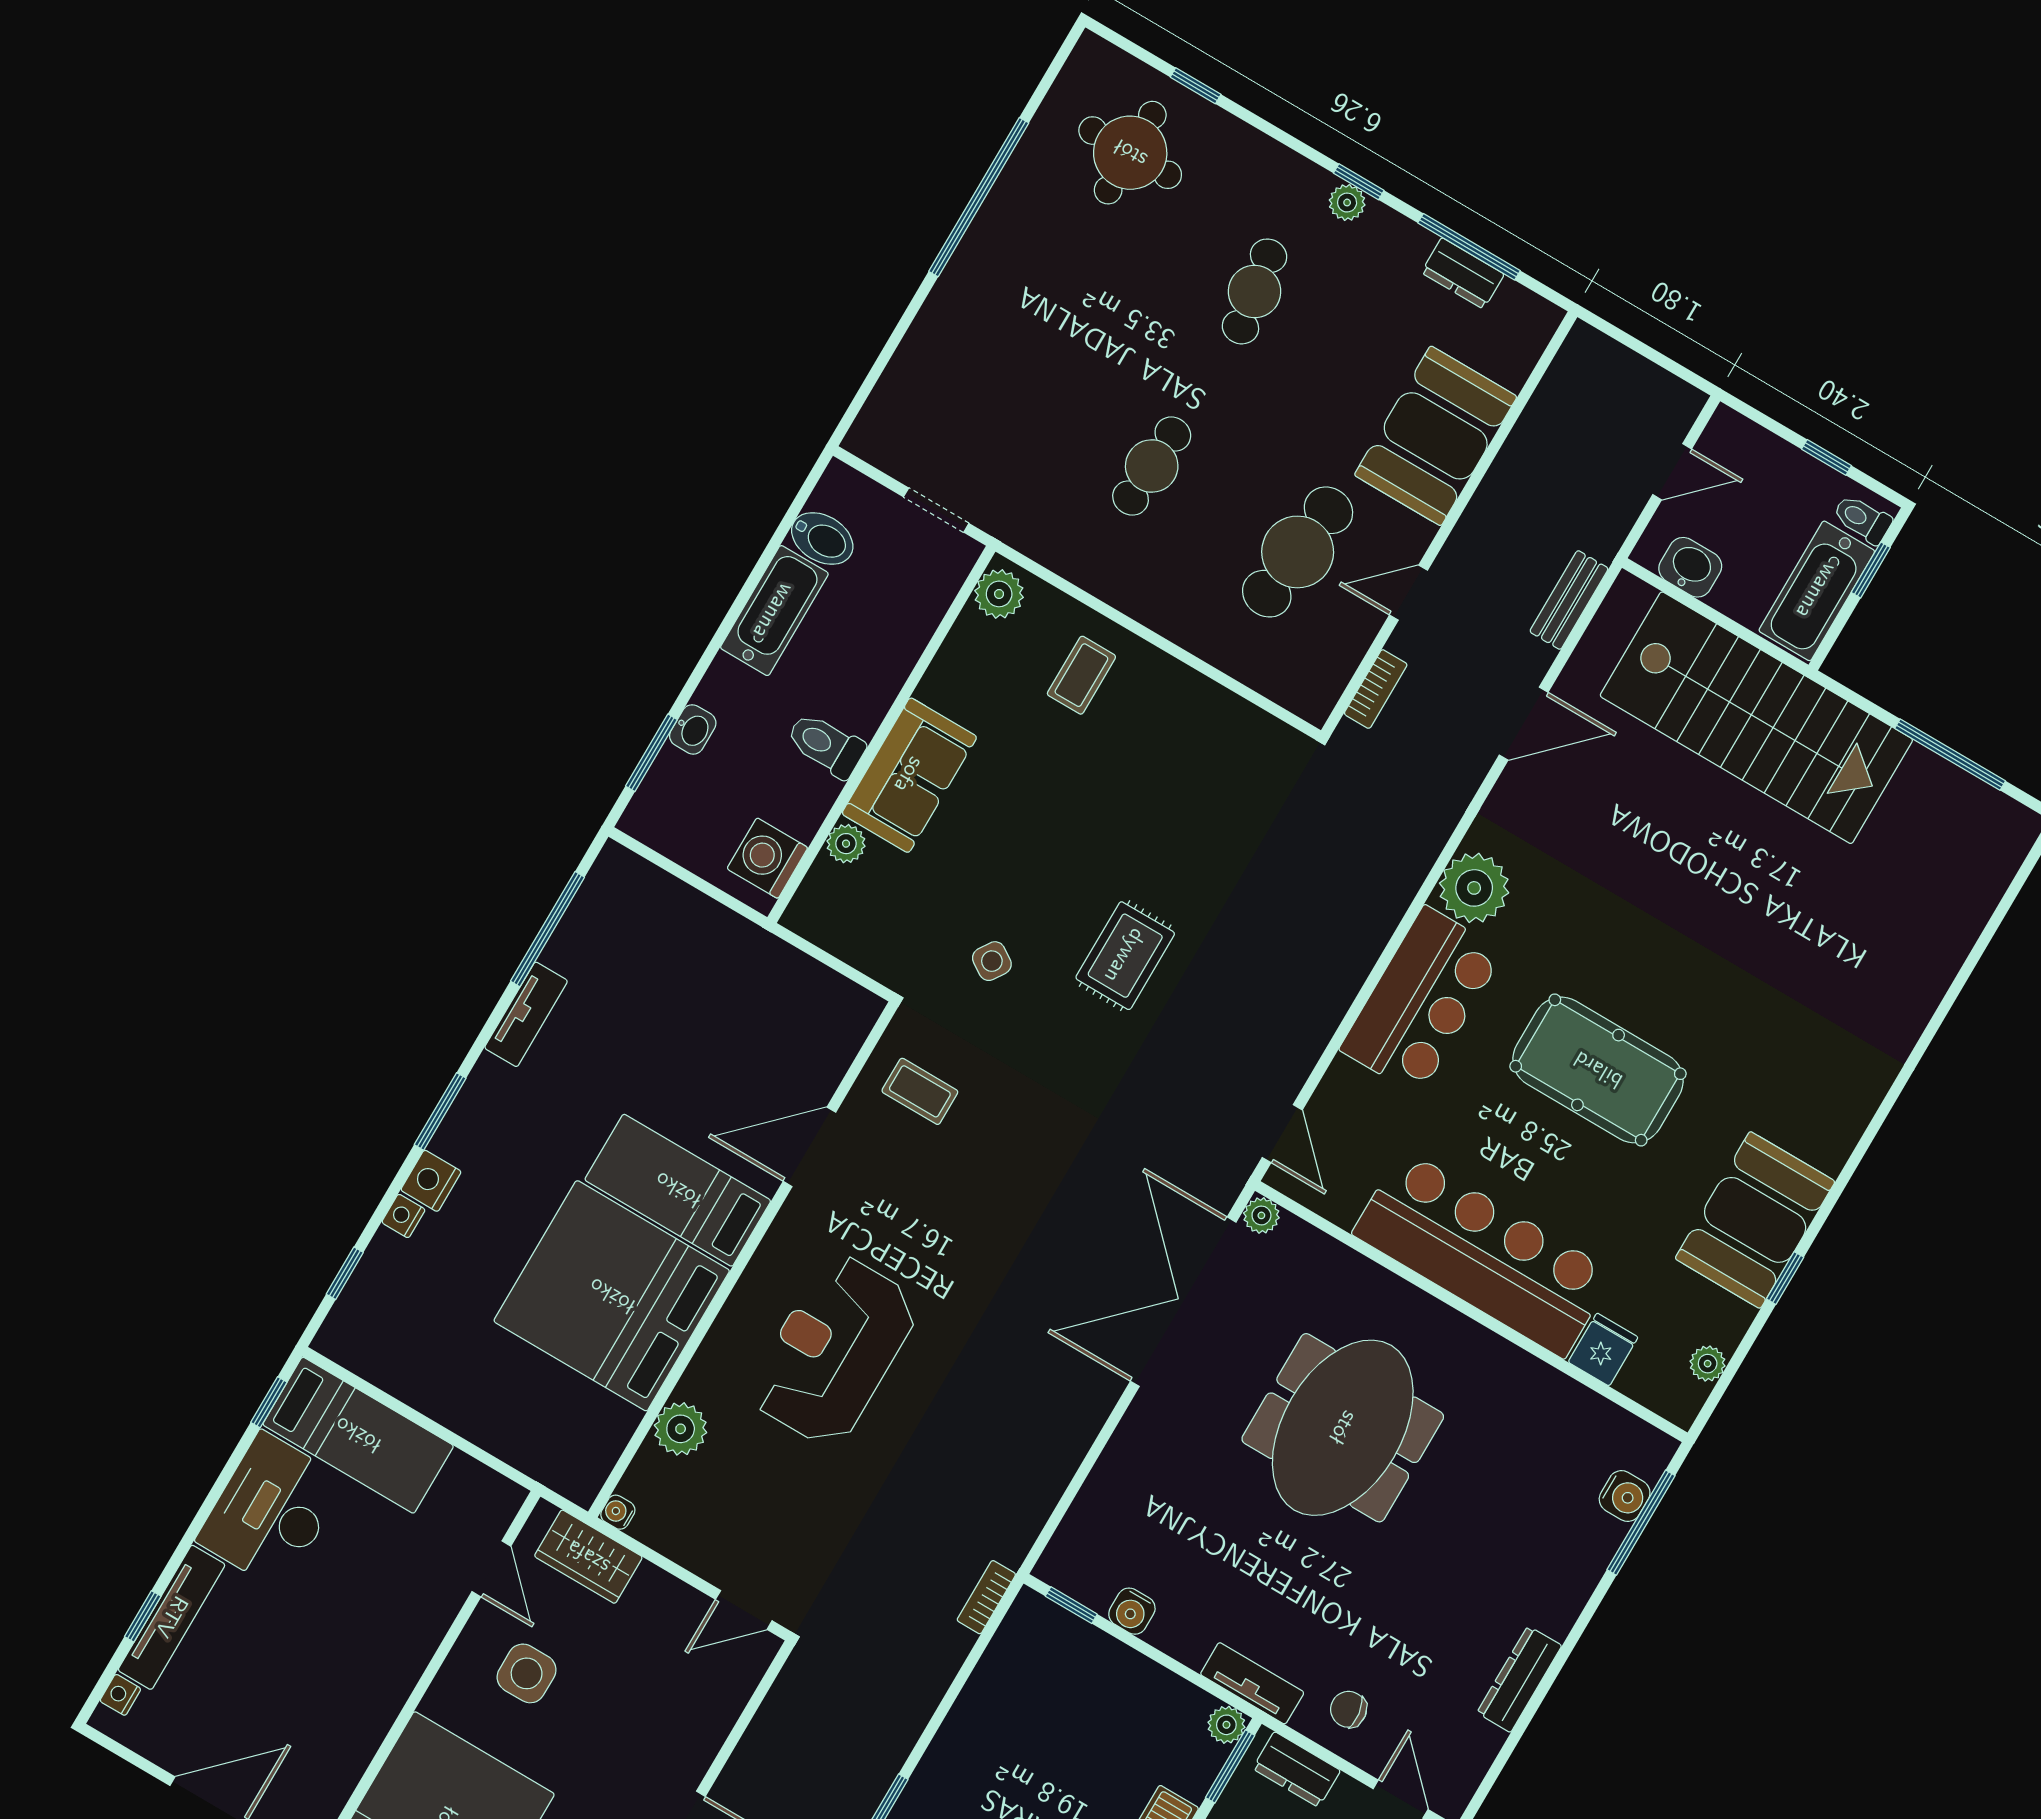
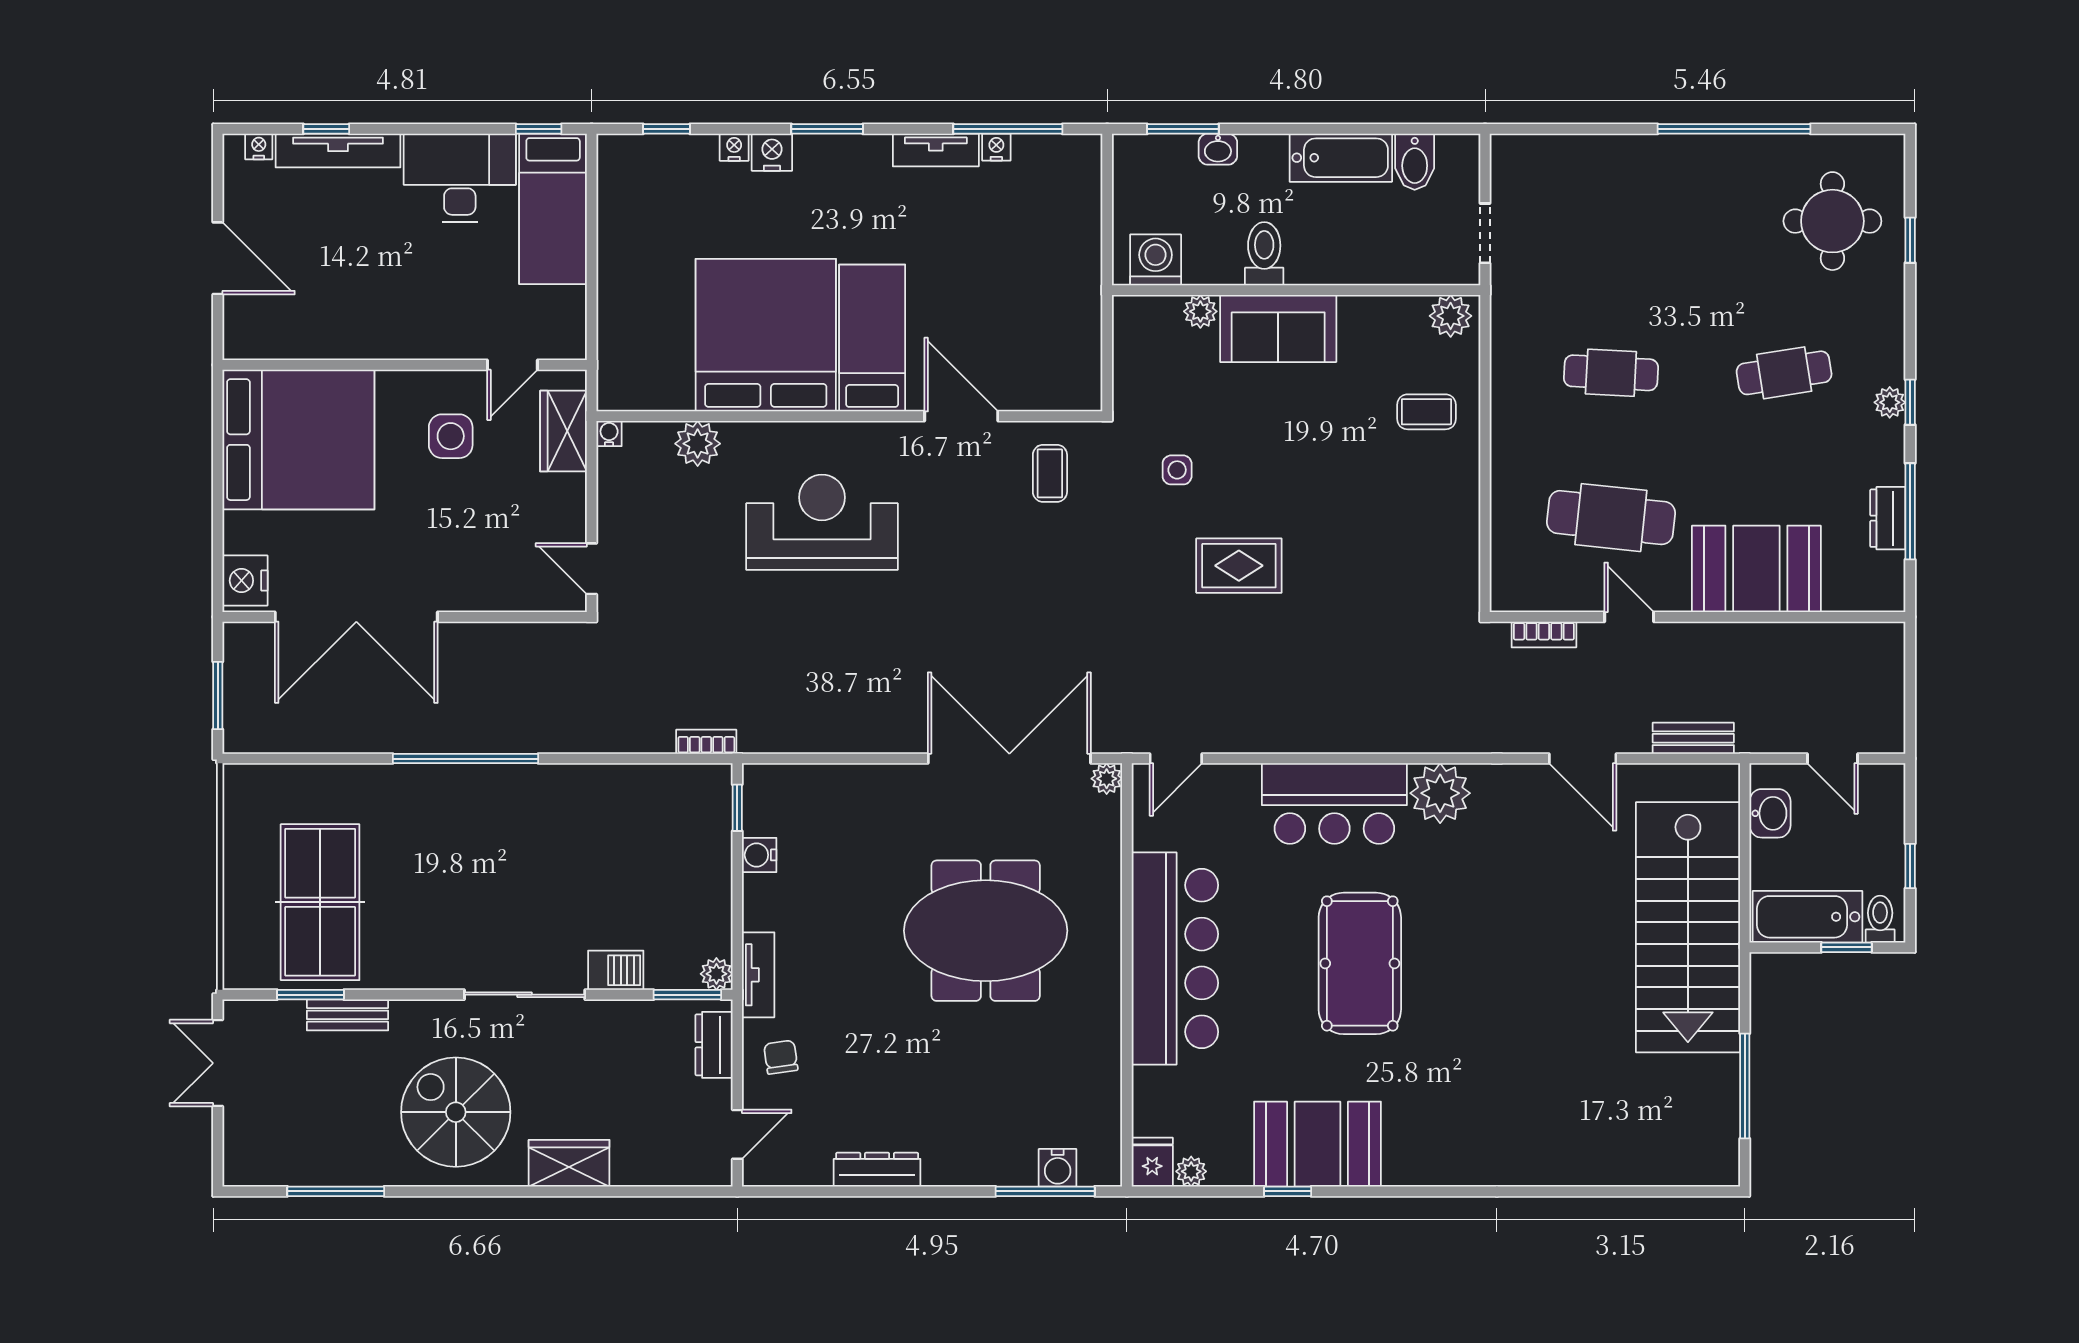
nightstand: (559, 952) -> (996, 147), added
side table: (992, 961) -> (1177, 470), turned -33
fridge: (1603, 1350) -> (1152, 1162), moved, turned -90

